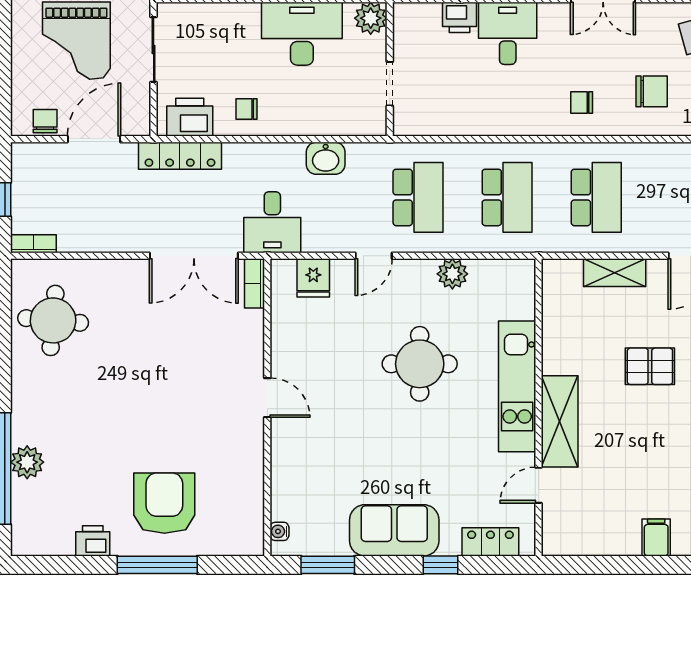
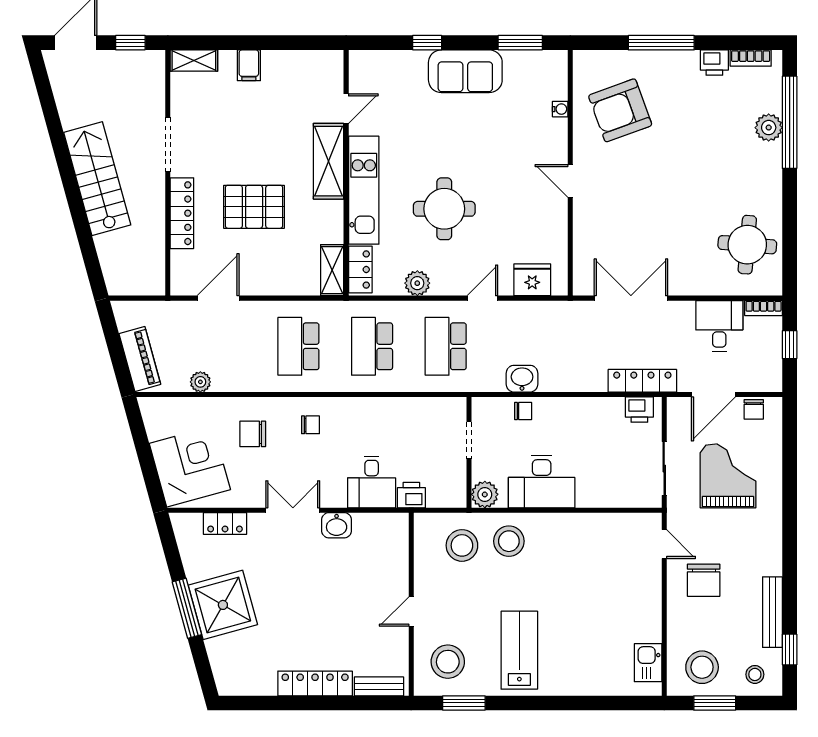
chair: (246, 109) -> (523, 411), moved
printer: (190, 117) -> (639, 410), width x0.73, depth x0.81
desk: (272, 222) -> (719, 326), moved
shelving: (615, 273) -> (332, 270), moved, turned 90
fridge: (313, 278) -> (532, 280), width x1.38
bookcase: (254, 283) -> (751, 58), moved, turned 90
pallet: (650, 366) -> (254, 207), width x1.50, depth x1.42
armchair: (164, 503) -> (620, 110), moved, turned 70
water cooler: (279, 531) -> (560, 109), moved
locker: (490, 542) -> (360, 270), moved, turned -90

